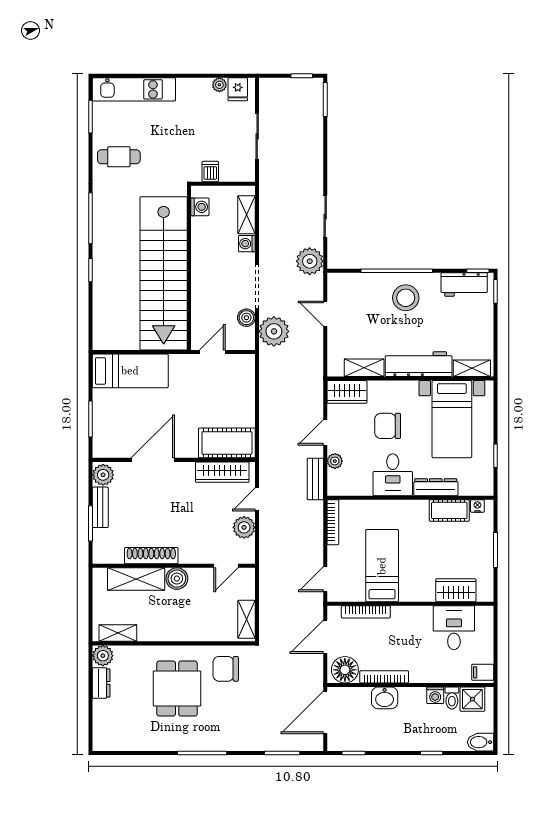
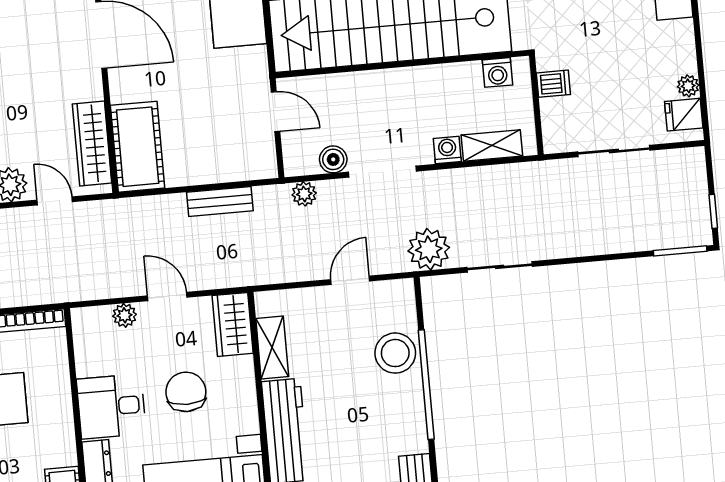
stool: (406, 298) -> (395, 353), moved
plant: (274, 331) -> (304, 194), width x0.53, depth x0.53
bench: (315, 479) -> (220, 201), moved

